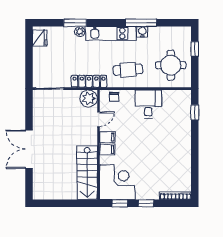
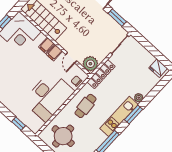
window: (75, 23) -> (133, 115), moved
water cooler: (142, 32) -> (101, 138), removed
desk: (148, 104) -> (49, 96), width x1.87, depth x1.30
window: (29, 112) -> (117, 18), added

